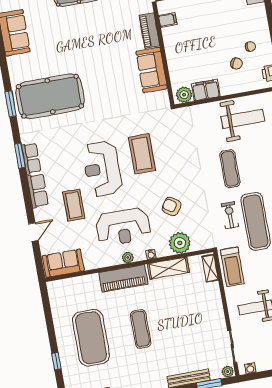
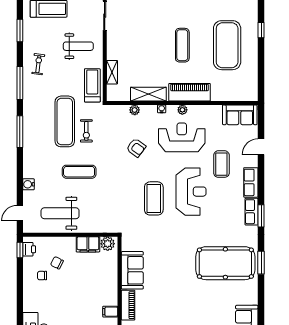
exercise mat: (230, 169) -> (79, 172), turned 90
plant: (180, 243) -> (135, 110), width x0.53, depth x0.53
shelving: (210, 268) -> (112, 72), moved

